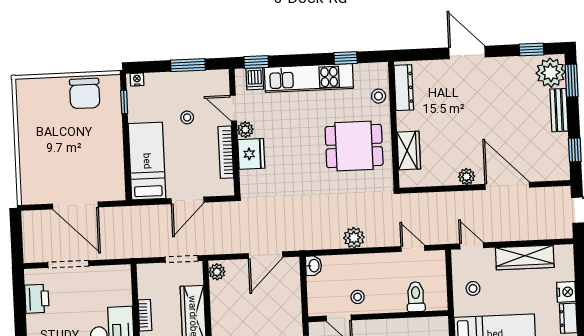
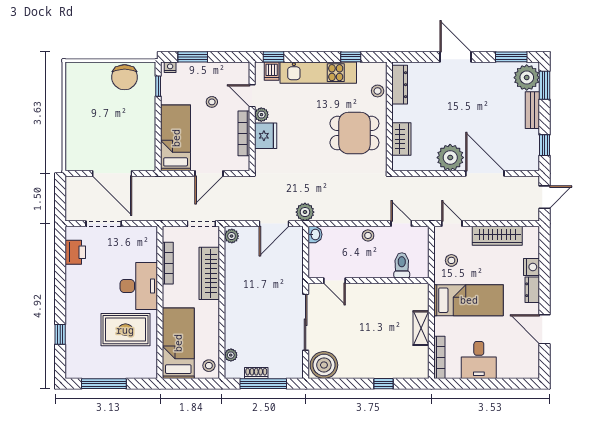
window: (532, 50) -> (511, 57), width x1.50
window: (188, 65) -> (193, 57), moved
plant: (467, 177) -> (450, 158), width x1.87, depth x1.87
plant: (354, 238) -> (305, 212), moved
stool: (358, 297) -> (368, 235), moved
bookcase: (145, 315) -> (168, 263), width x1.56

